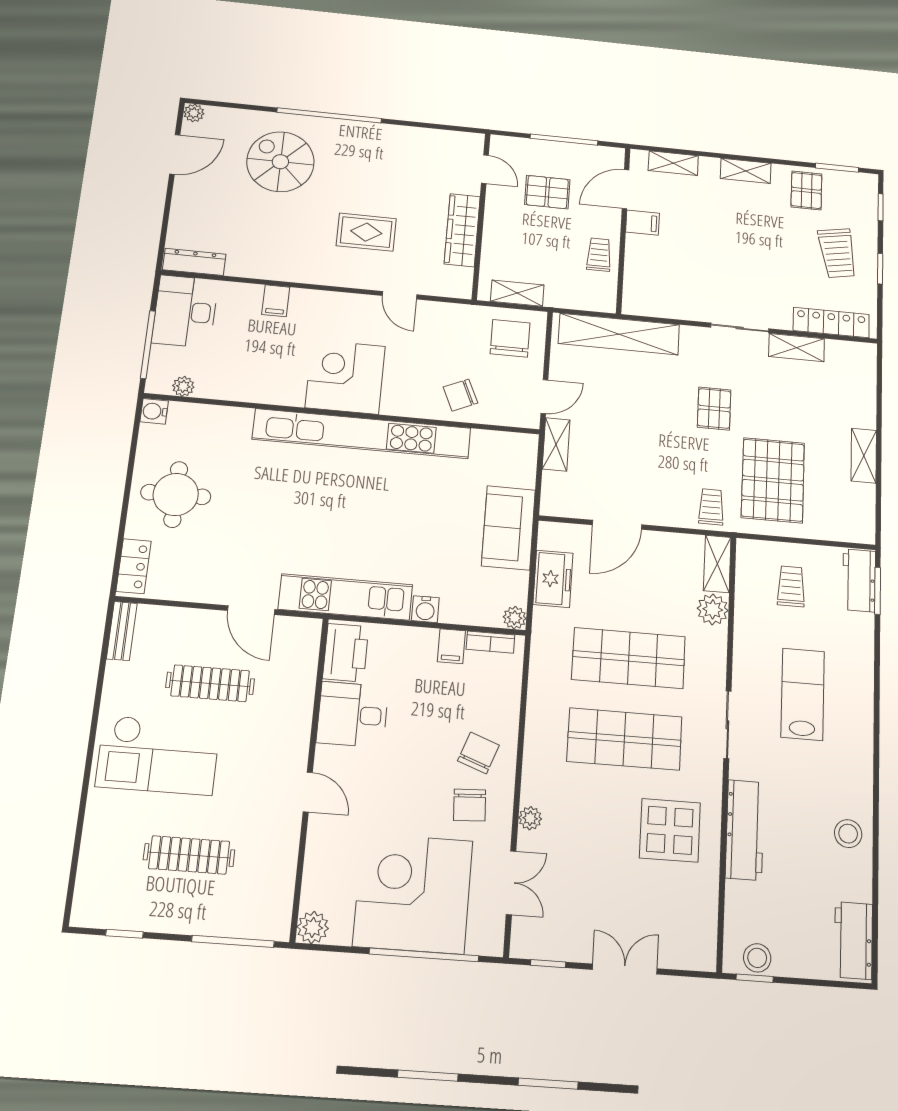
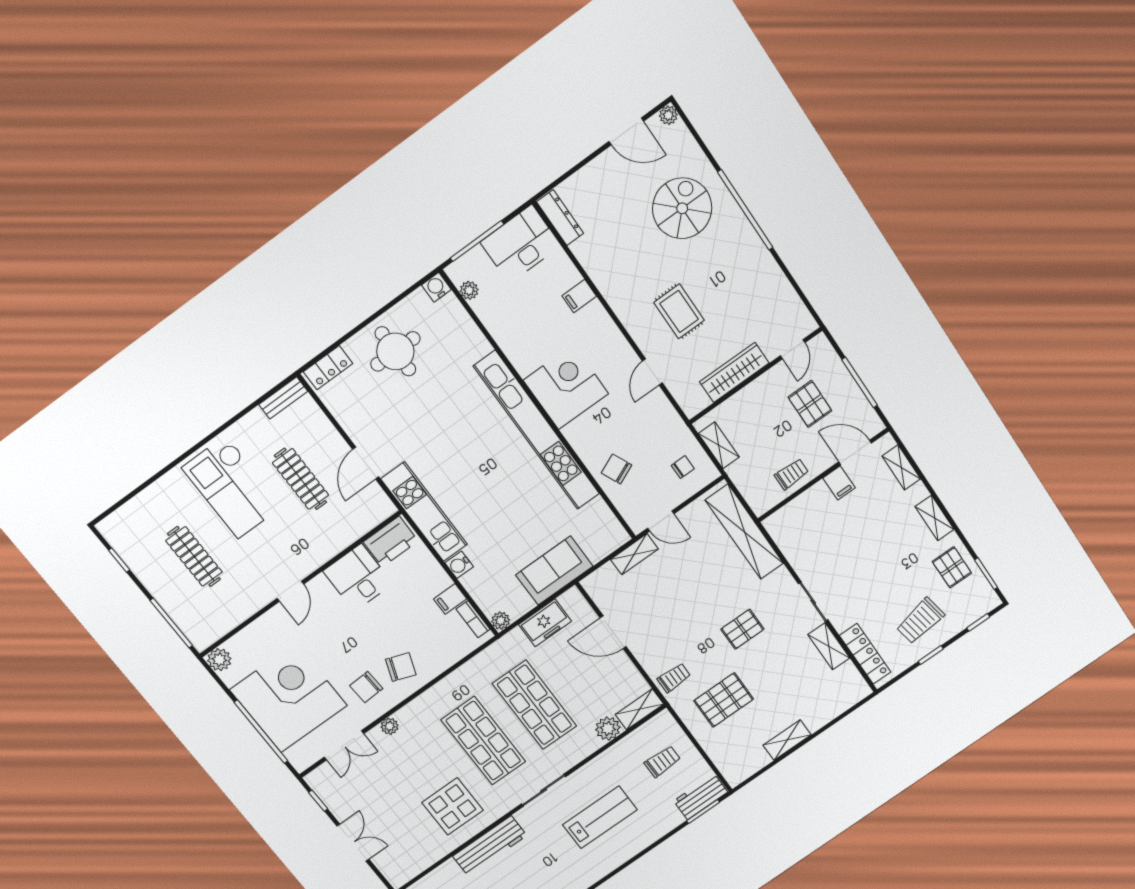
pallet: (806, 190) -> (952, 567), turned 90
chair: (510, 338) -> (683, 467), width x0.54, depth x0.54
pallet: (773, 480) -> (724, 700), width x0.73, depth x0.71

